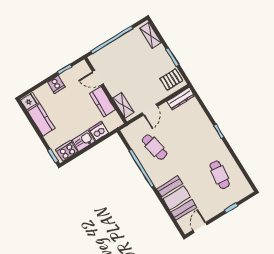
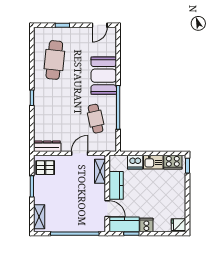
kitchen counter: (41, 120) -> (124, 224), moved, turned 90
cafe table: (220, 175) -> (54, 60), width x1.37, depth x1.35
booth: (177, 198) -> (104, 76), moved

